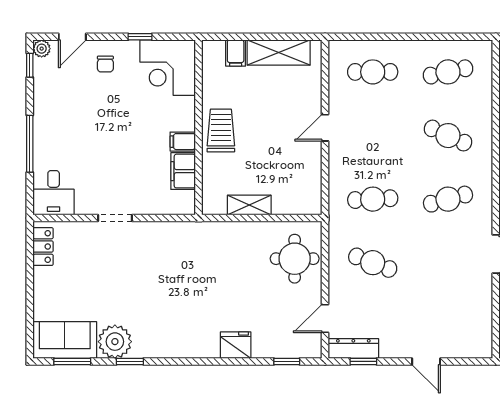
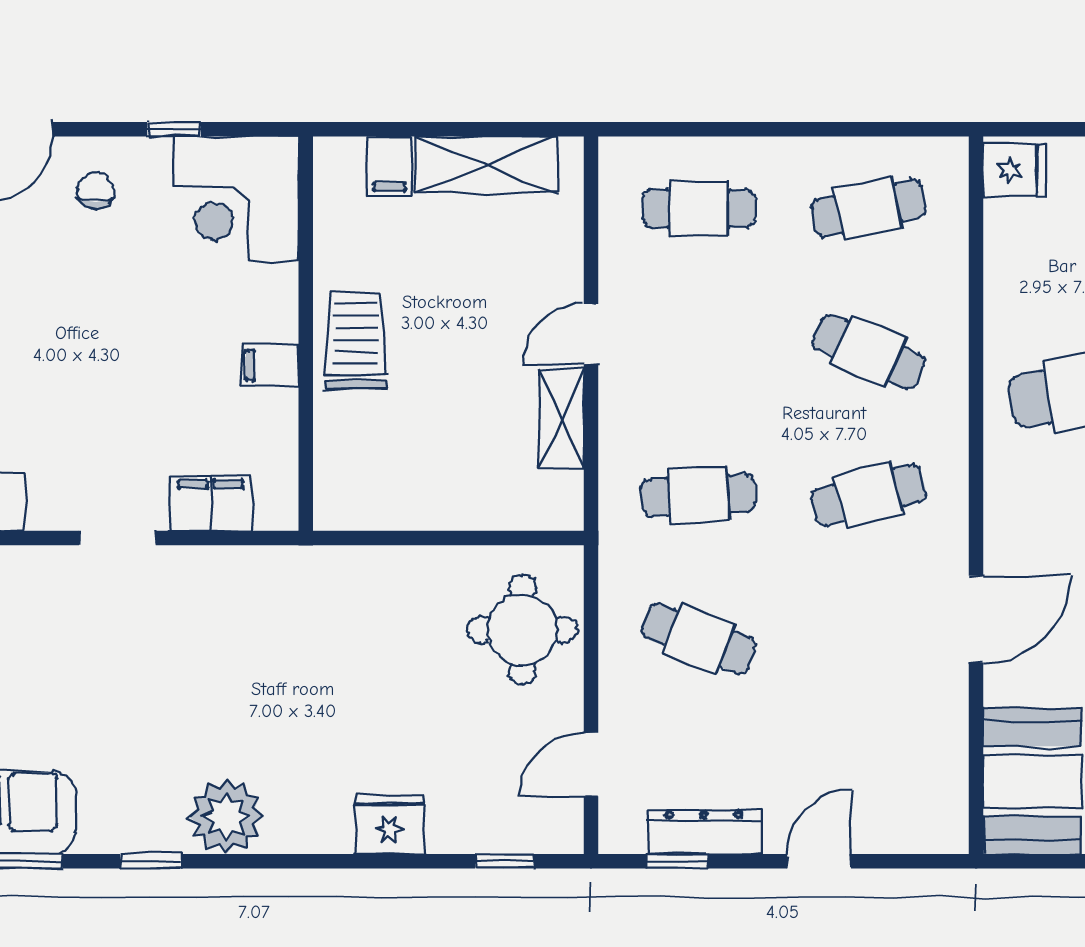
chair: (105, 64) -> (96, 191), turned 180
filing cabinet: (183, 171) -> (211, 503), moved, turned 90
shelving: (249, 205) -> (562, 418), moved, turned 90
plant: (115, 342) -> (226, 817), moved
dresser: (353, 348) -> (704, 832), moved
door: (426, 361) -> (819, 861), swing flipped

